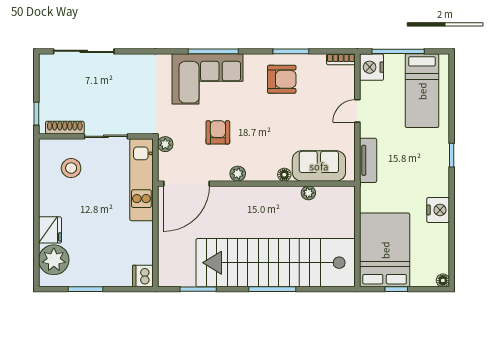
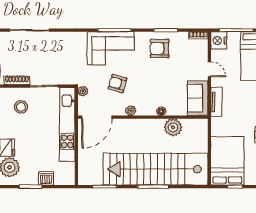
armchair: (282, 79) -> (160, 48), turned 180
door: (357, 111) -> (209, 69), swing flipped
armchair: (218, 132) -> (117, 83), turned -74
sofa: (319, 166) -> (198, 98), moved, turned -90
kitchen unit: (141, 180) -> (67, 124), width x1.36
plant: (308, 193) -> (173, 127), width x1.87, depth x1.87
dishwasher: (143, 276) -> (46, 178), moved, turned 90

